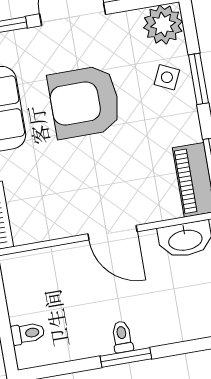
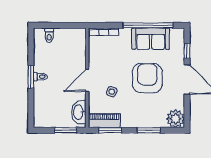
side table: (167, 77) -> (112, 92), moved

